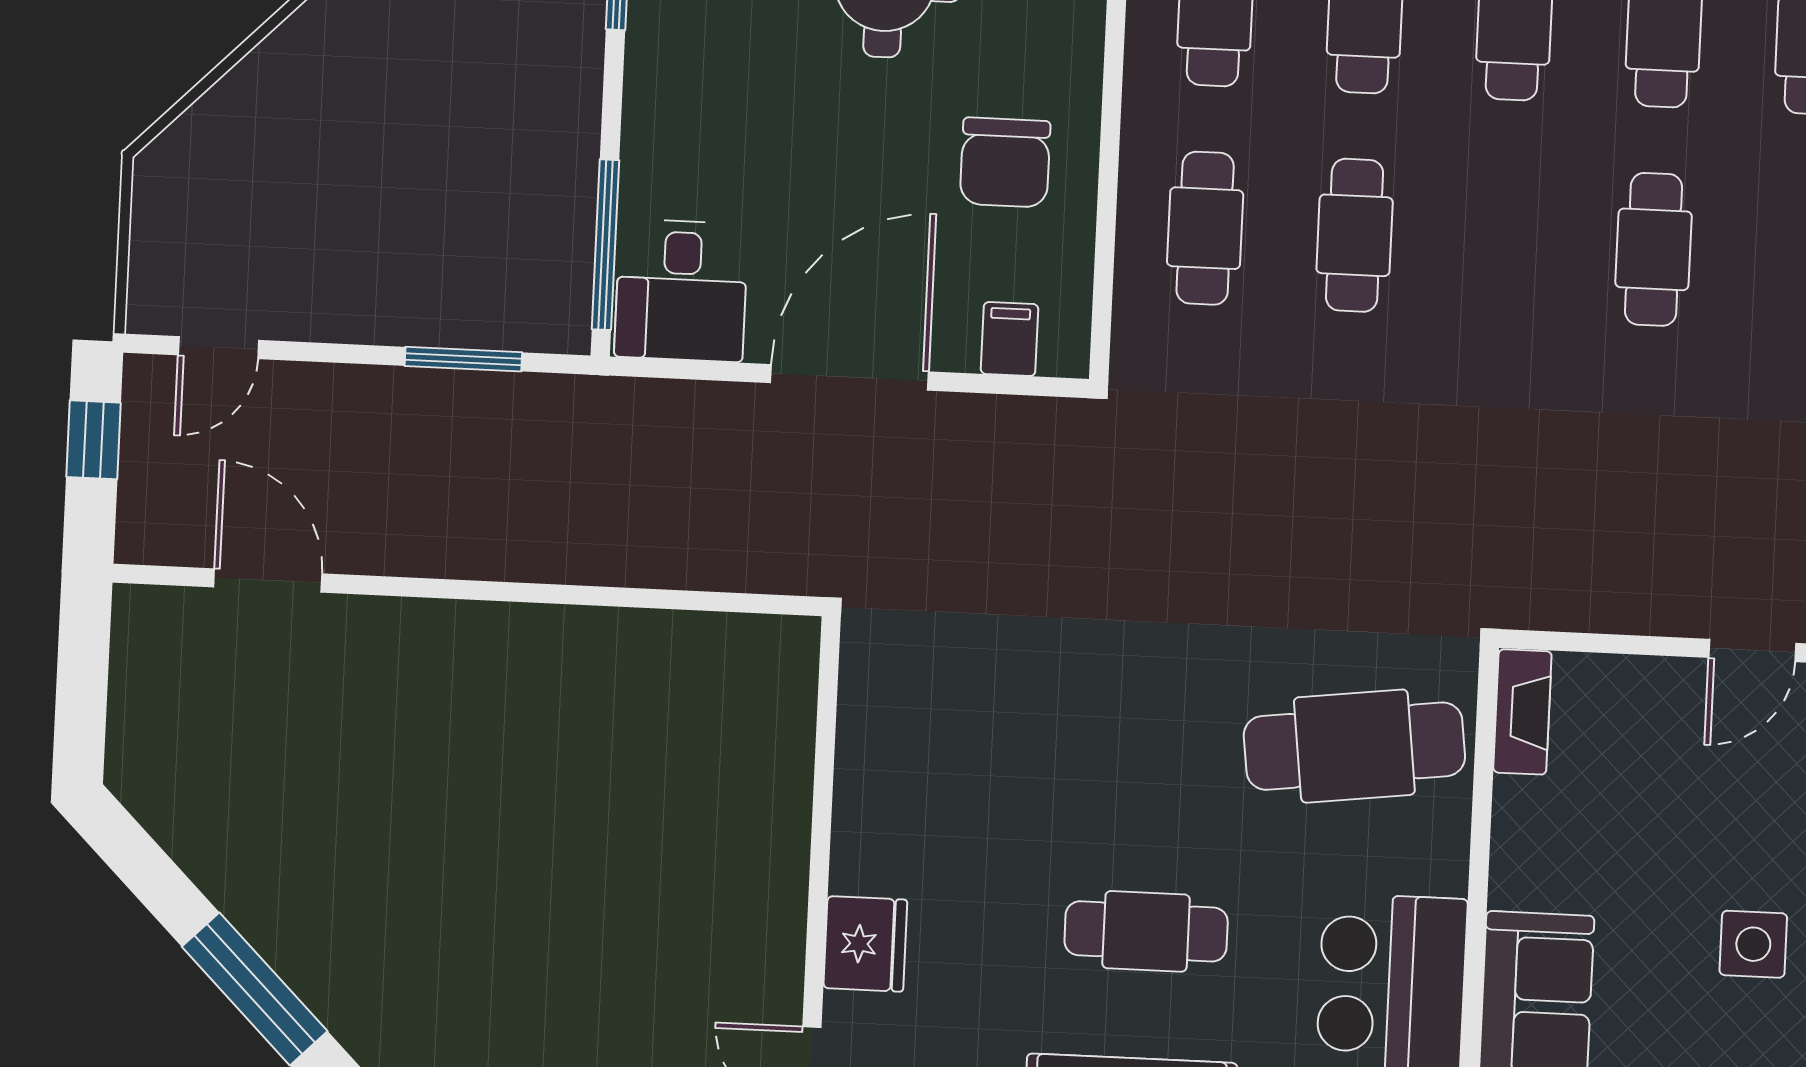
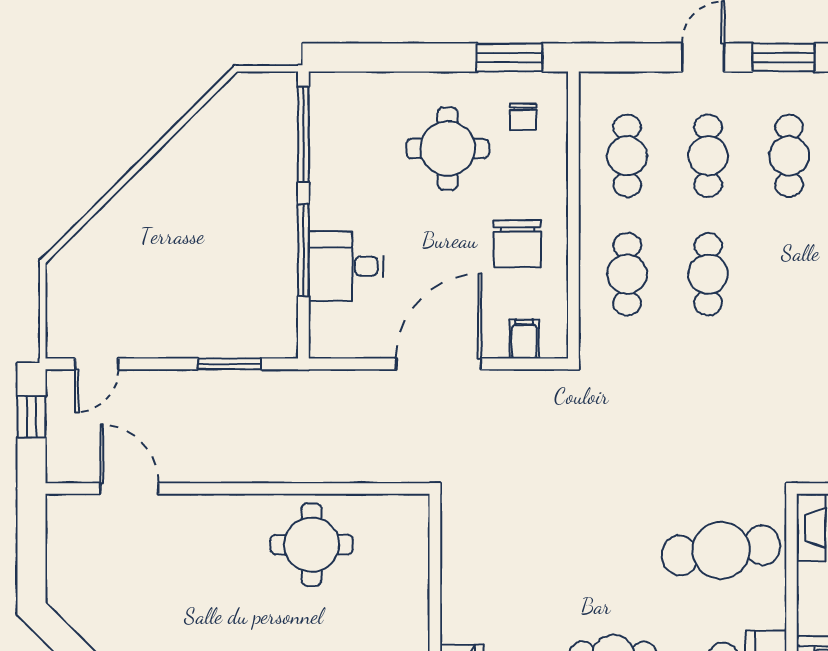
window: (605, 245) -> (303, 250), moved
desk: (681, 291) -> (346, 266), moved, turned 90
round table: (599, 700) -> (312, 545), added

